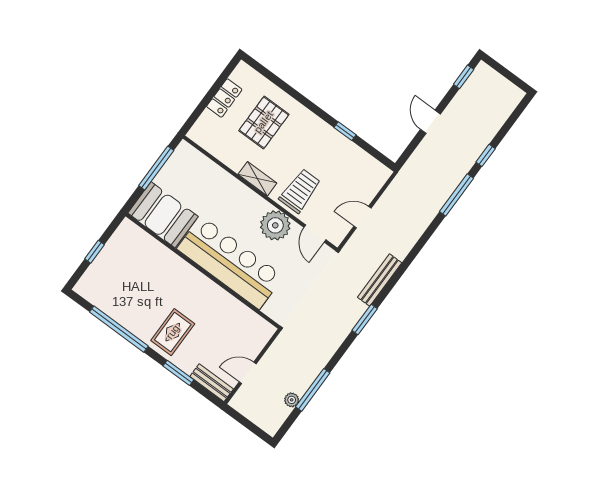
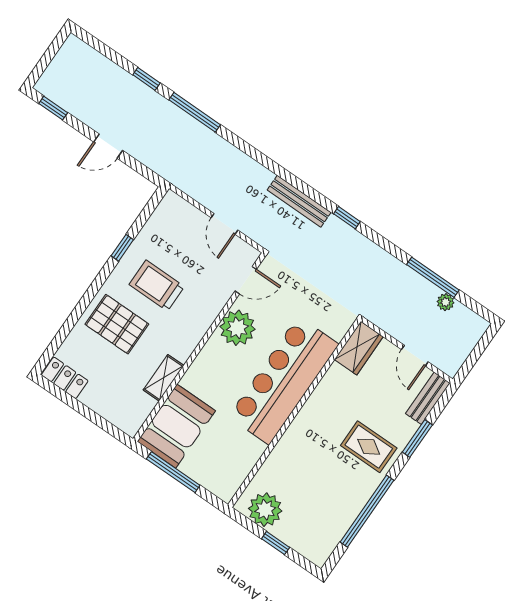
locker: (224, 98) -> (65, 378), moved
pallet: (264, 122) -> (117, 324), moved
shelving: (257, 179) -> (164, 378), moved
trolley: (300, 191) -> (157, 285), moved
booth: (163, 215) -> (176, 426), moved
plant: (123, 244) -> (265, 510), added
window: (365, 319) -> (347, 218), width x0.67
wardrobe: (255, 326) -> (359, 348), added

